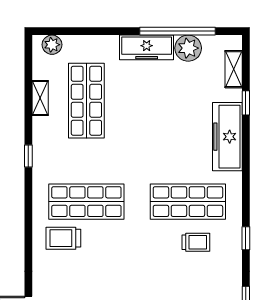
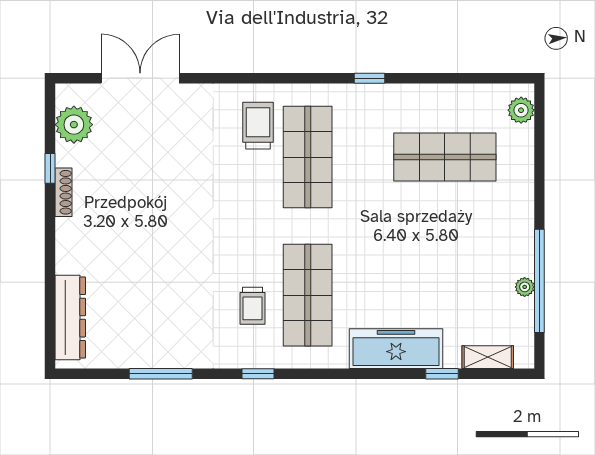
freezer: (147, 47) -> (517, 239), removed
plant: (188, 48) -> (525, 287), width x0.53, depth x0.53
shelving: (40, 98) -> (449, 94), removed

